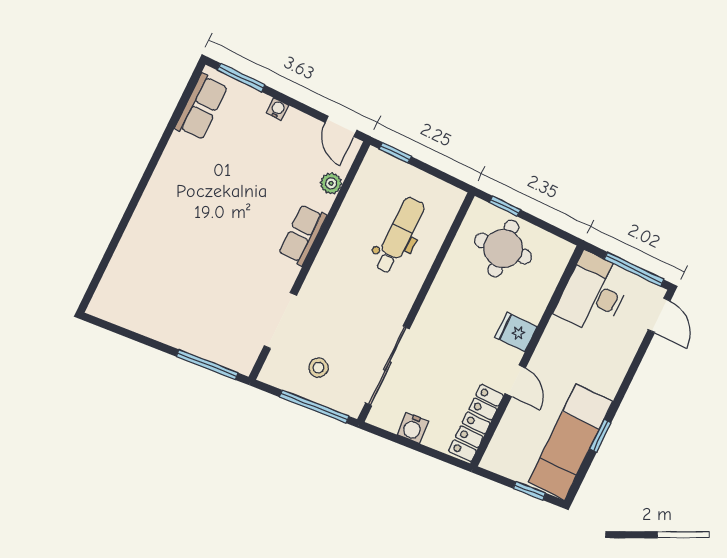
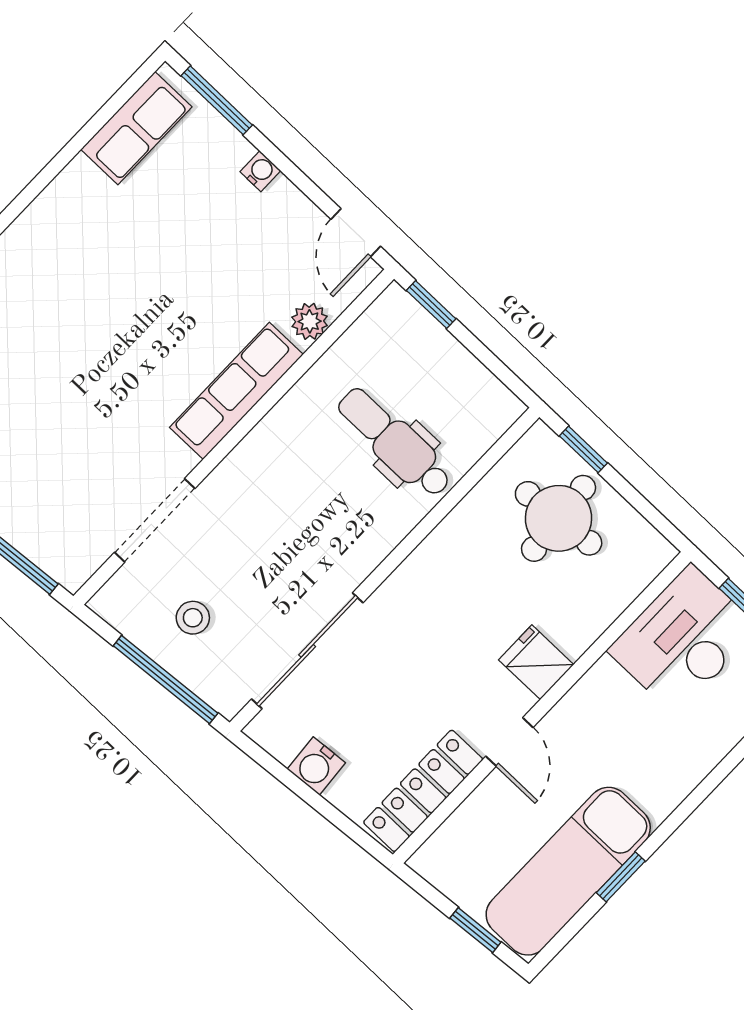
row of seats: (303, 235) -> (236, 391), width x1.48
dental chair: (399, 235) -> (395, 443), turned -90

